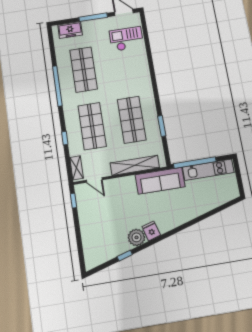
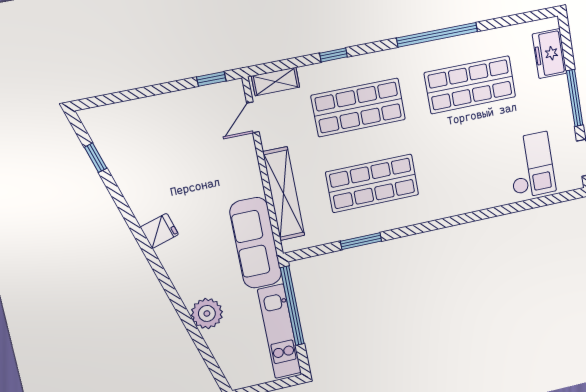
plant: (137, 237) -> (207, 314), moved
window: (125, 256) -> (96, 158), moved

